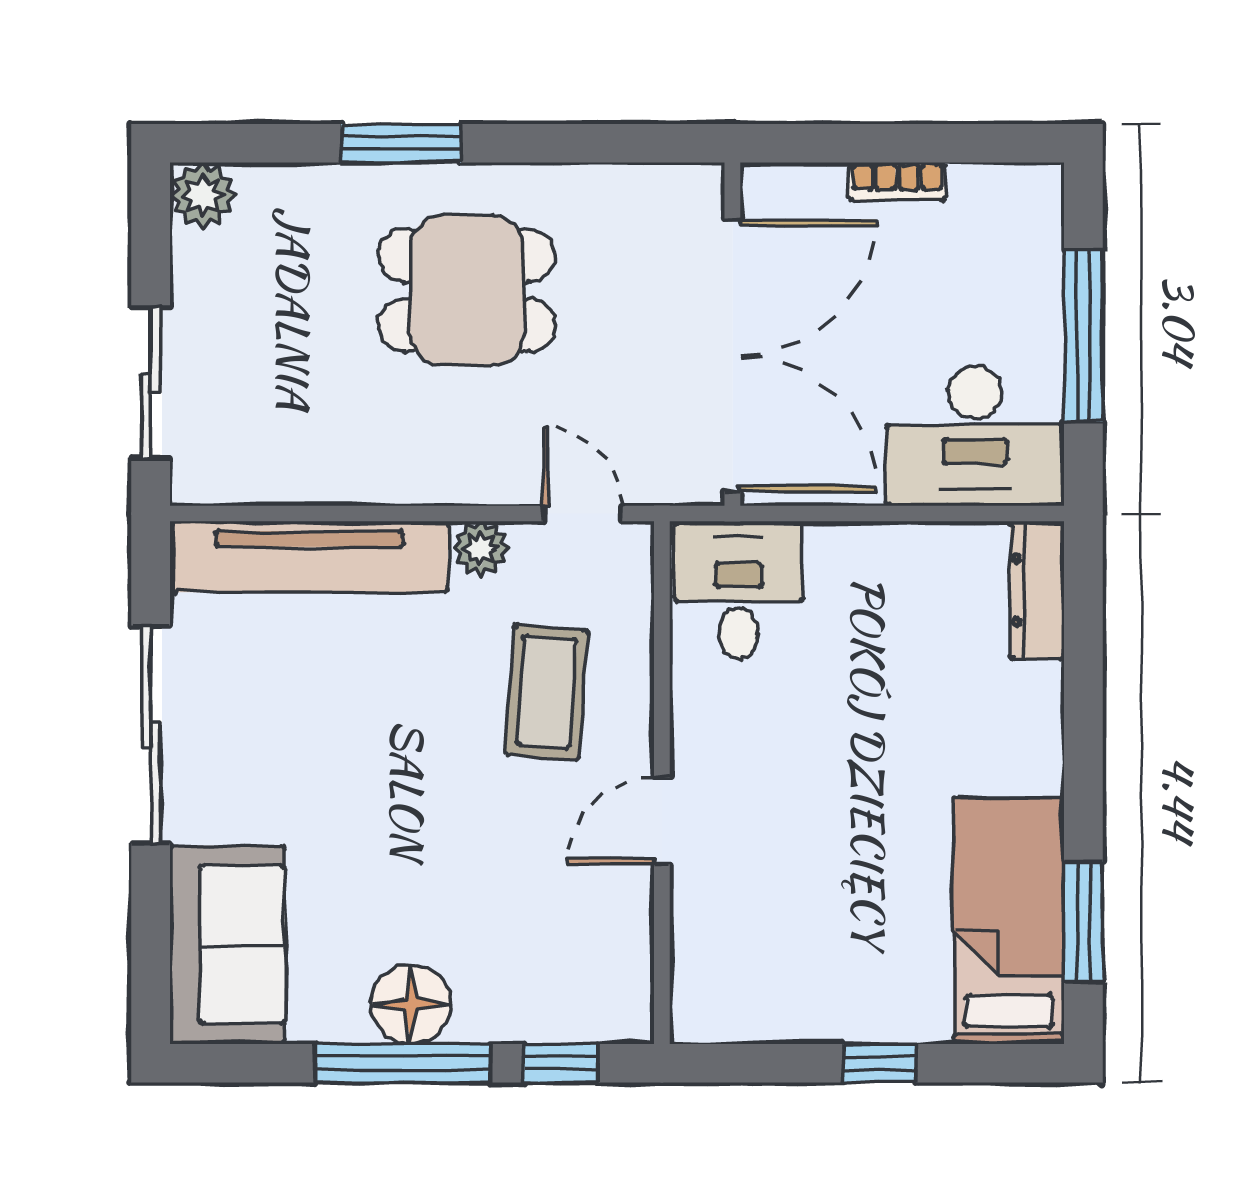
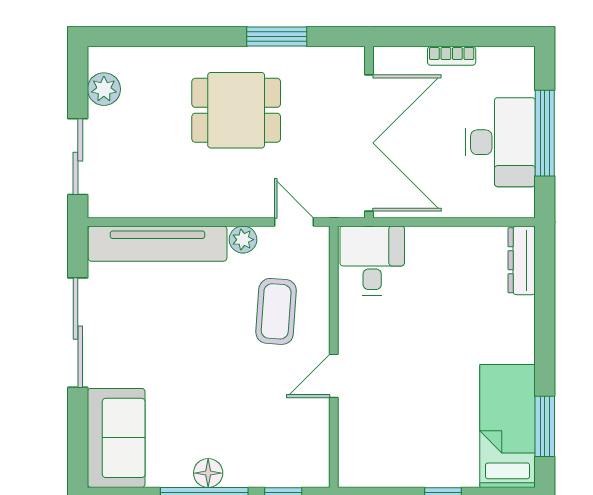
window: (401, 143) -> (277, 37), moved
plant: (203, 195) -> (104, 89), moved
desk: (975, 436) -> (500, 142), moved, turned -90
floor lamp: (411, 1004) -> (208, 473), width x0.73, depth x0.73

